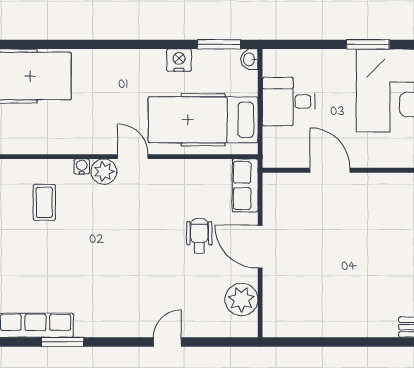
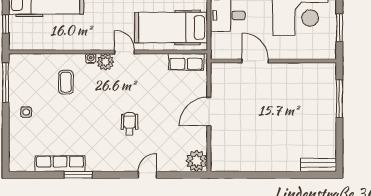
row of seats: (245, 185) -> (186, 62), moved, turned -90
wheelchair: (199, 236) -> (129, 124), moved
door: (260, 247) -> (209, 112), hinge flipped
plant: (241, 299) -> (197, 161), moved

